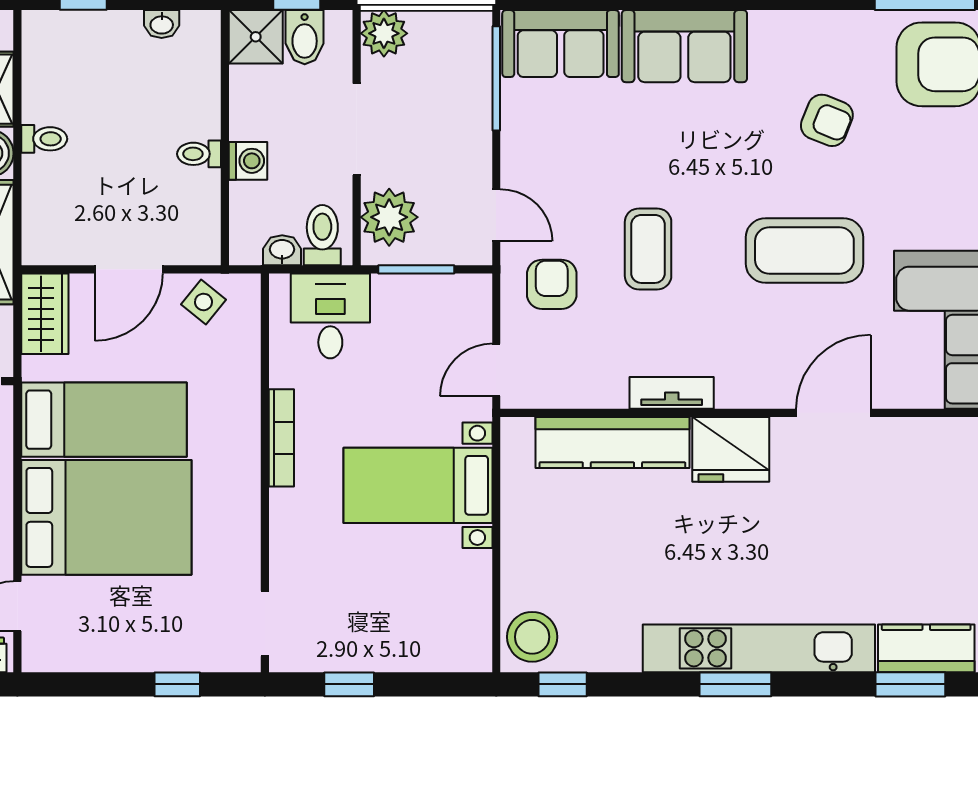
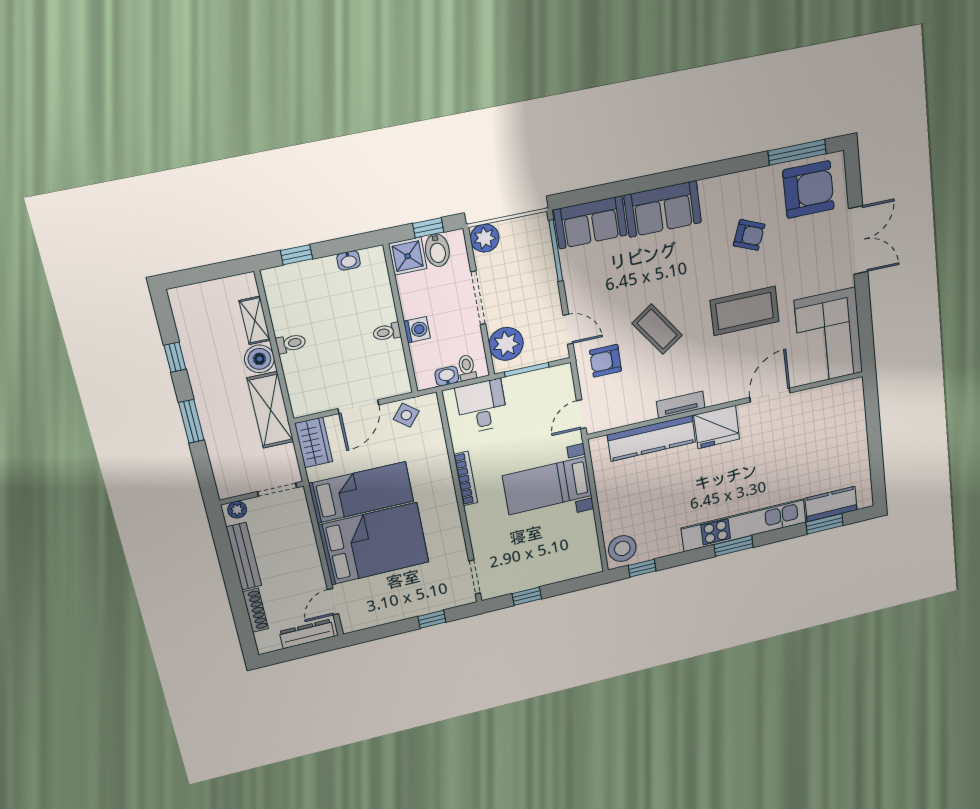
toilet: (322, 235) -> (467, 368), width x0.73, depth x0.72
coffee table: (648, 249) -> (657, 329), turned -35
armchair: (552, 284) -> (606, 361), turned -90

